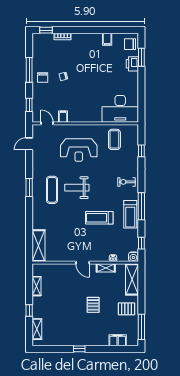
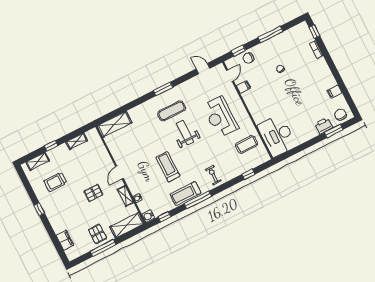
chair: (43, 77) -> (248, 58), moved
pallet: (93, 305) -> (93, 193), moved
trolley: (63, 323) -> (55, 182), added
window: (141, 327) -> (103, 248), moved

